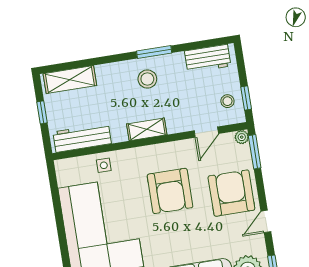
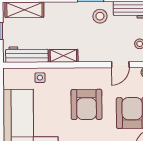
stool: (147, 79) -> (100, 16), moved
shelving: (147, 129) -> (63, 56), moved

